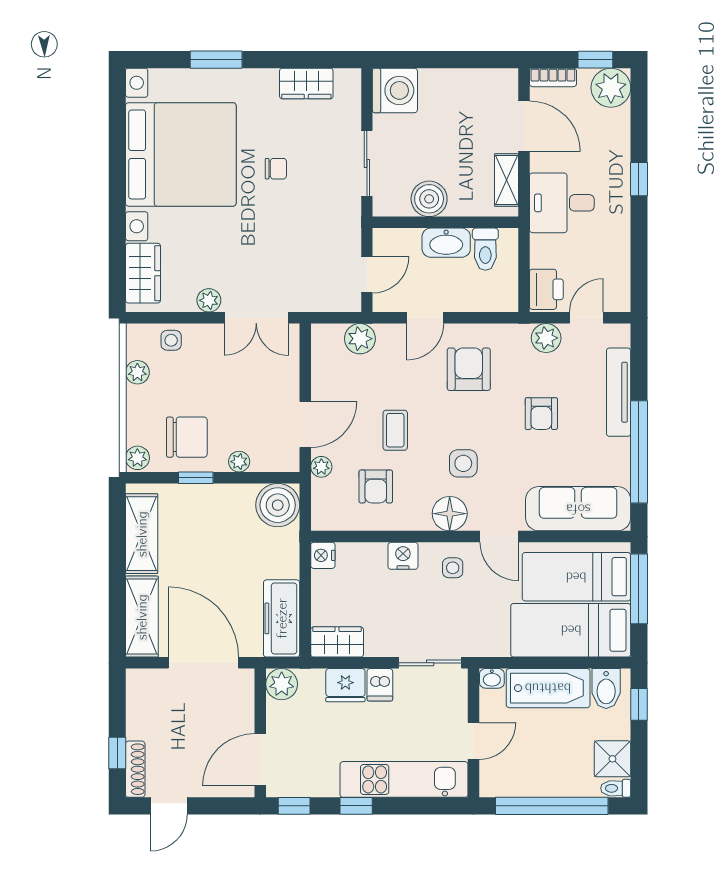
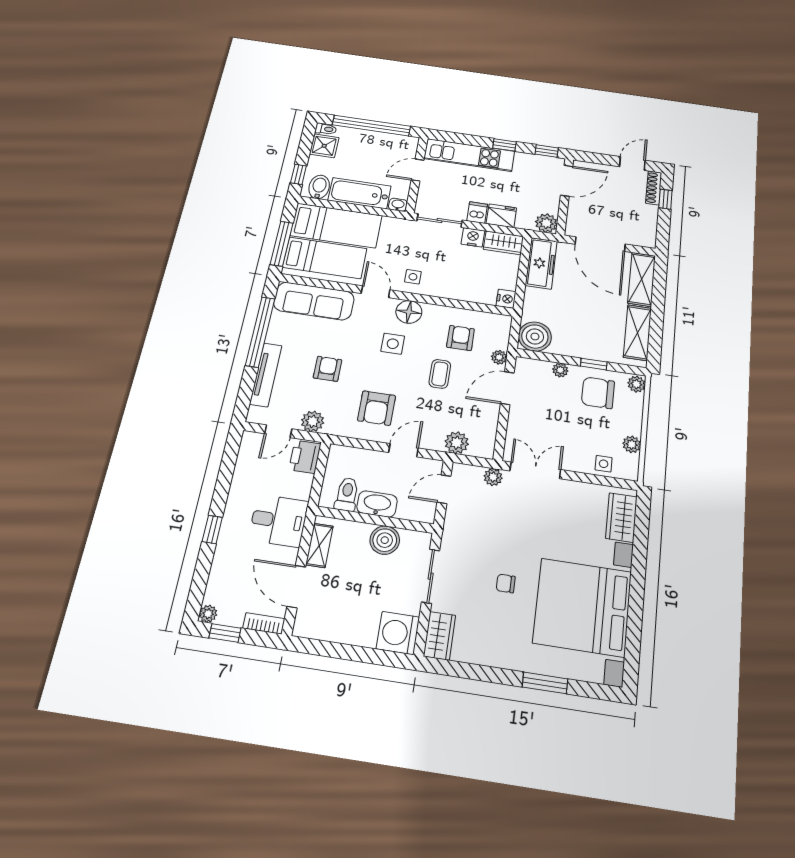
wardrobe: (306, 84) -> (440, 636), moved, turned 90
plant: (611, 88) -> (208, 614), width x0.53, depth x0.53
plant: (209, 300) -> (493, 477), moved
nightstand: (403, 556) -> (473, 237), moved, turned 180

